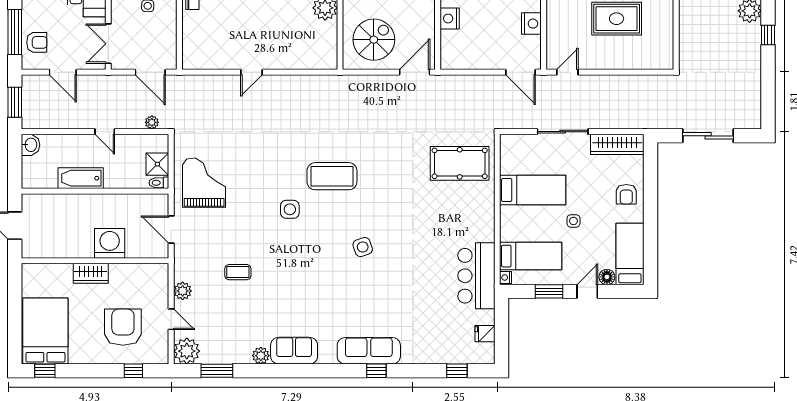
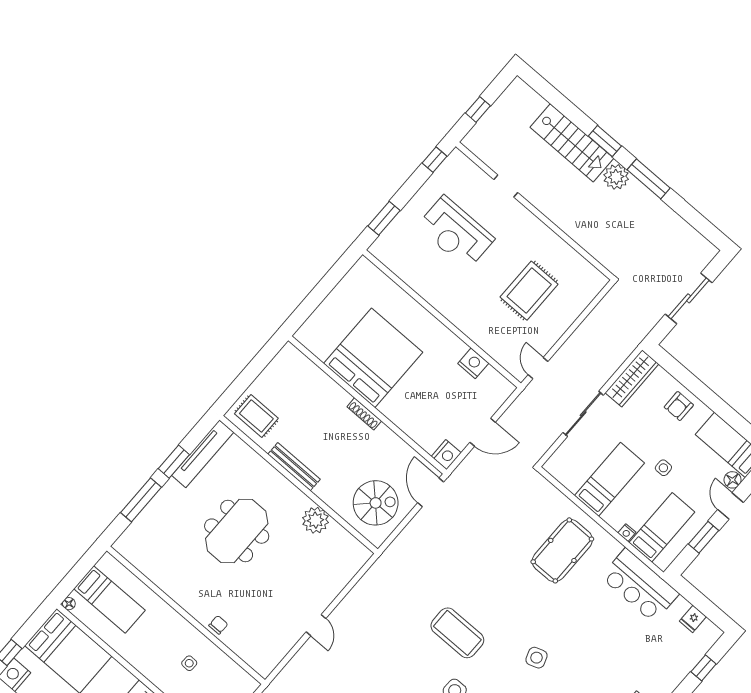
nightstand: (450, 19) -> (446, 455), moved, turned -90
window: (768, 35) -> (649, 179), width x2.17
spiral stairs: (374, 40) -> (376, 503), turned 90
door: (521, 72) -> (483, 432), moved
pool table: (460, 163) -> (562, 550), moved
coffee table: (332, 176) -> (457, 633), turned 90
armchair: (626, 194) -> (679, 406), turned 90
nightstand: (506, 277) -> (627, 533), moved

